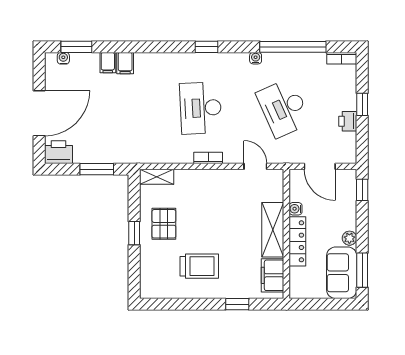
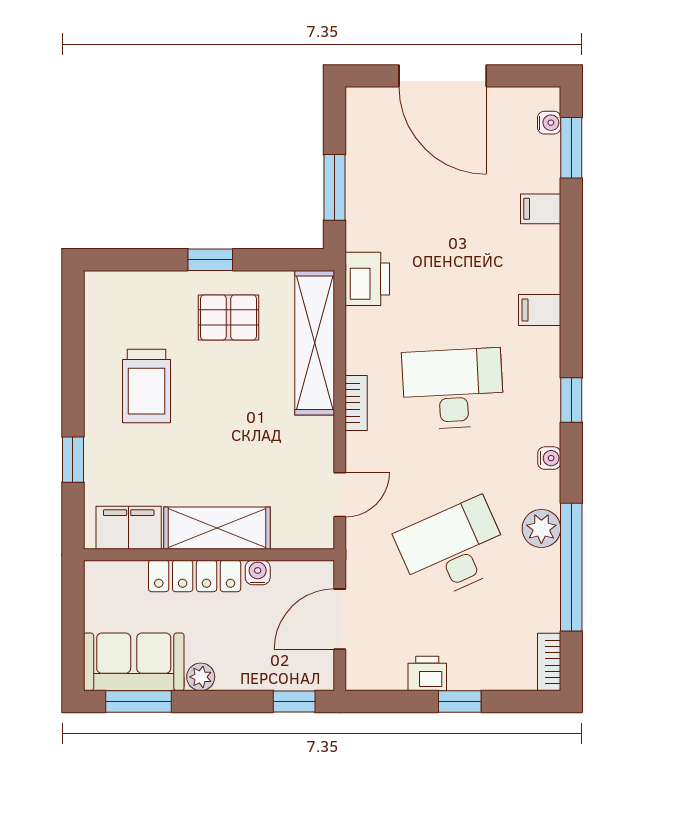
water cooler: (256, 58) -> (549, 458), moved
plant: (273, 62) -> (541, 528), added
filing cabinet: (125, 63) -> (540, 310), moved
printer: (58, 152) -> (367, 279), moved
shelving: (157, 177) -> (315, 343), width x2.20, depth x1.33

